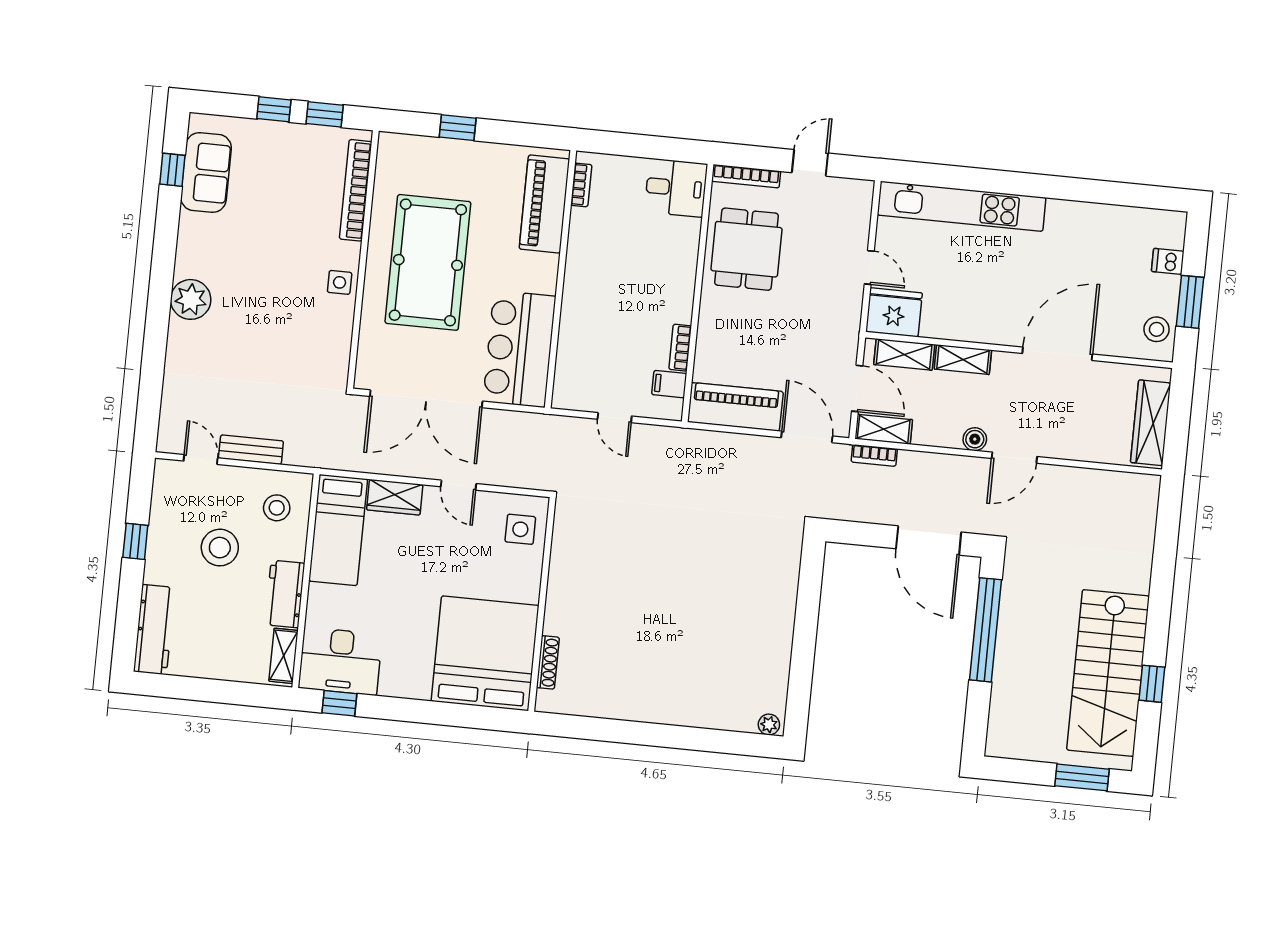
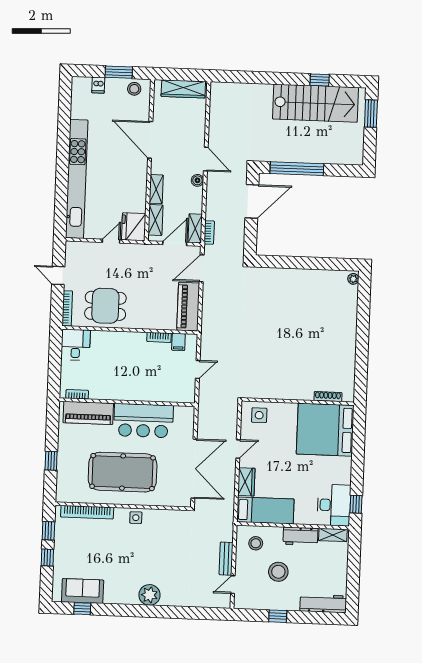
kitchen unit: (962, 206) -> (77, 179), width x1.36
bar counter: (519, 349) -> (143, 421), moved

